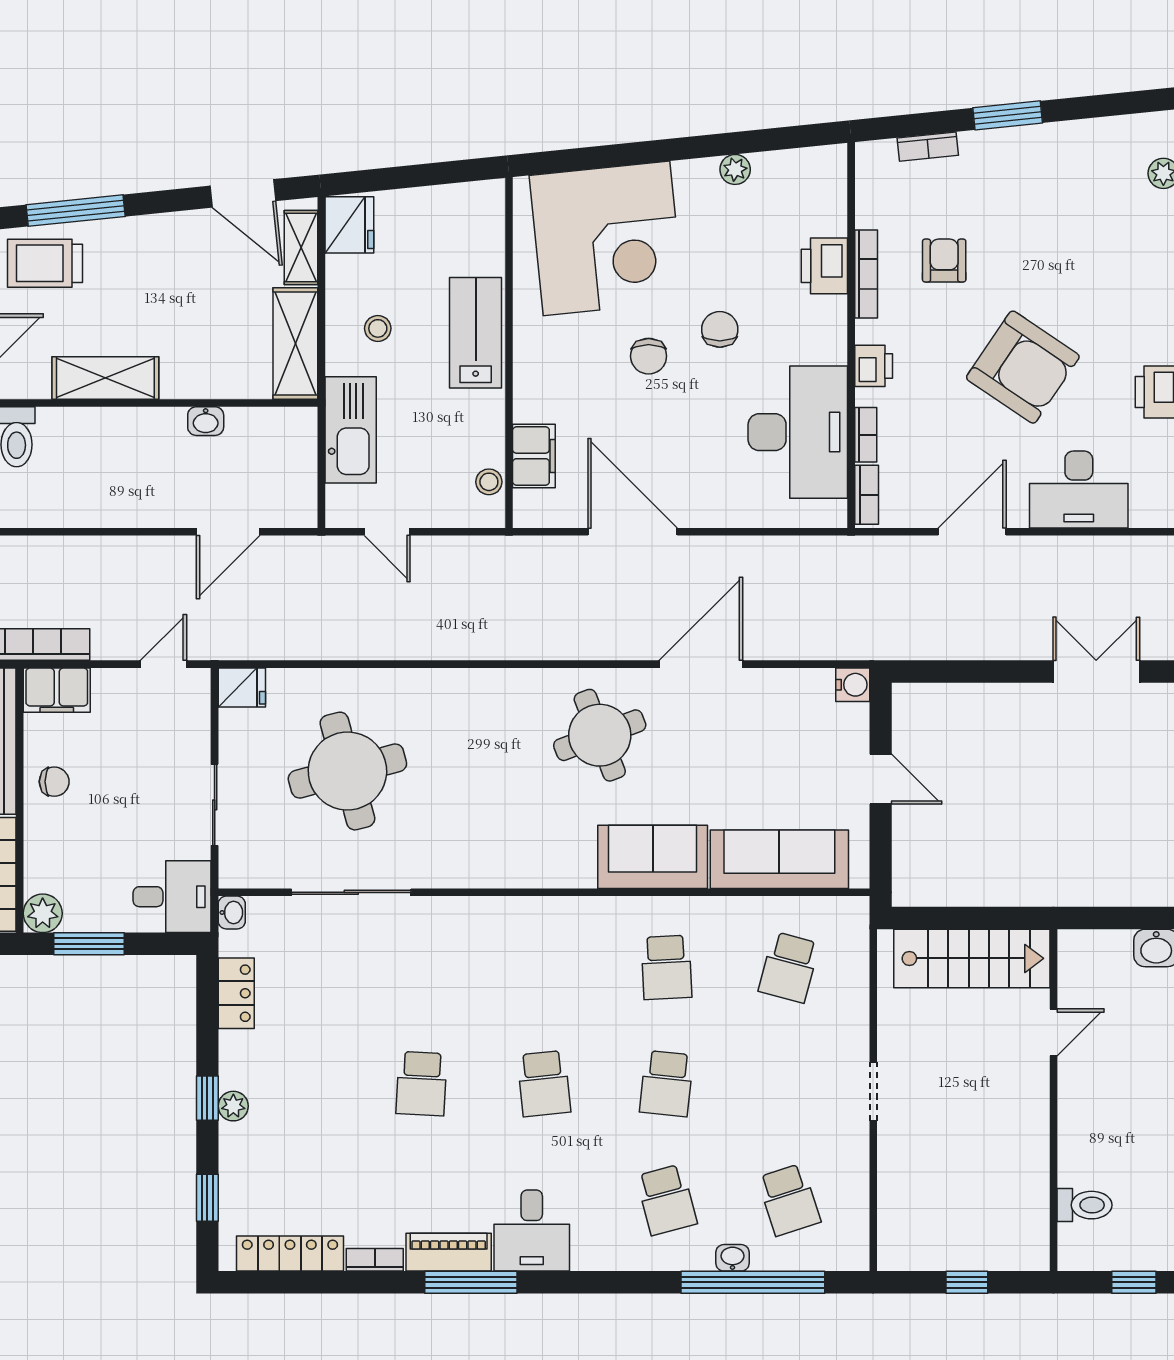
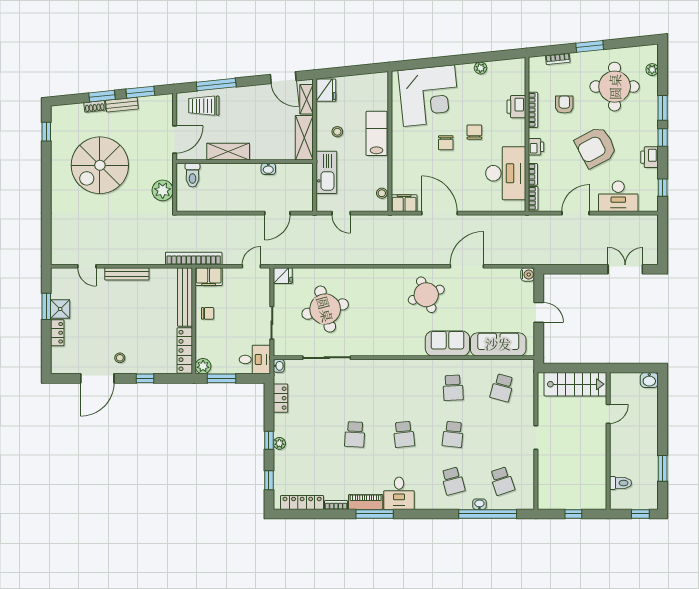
round table: (1070, 216) -> (615, 87), added
armchair: (1023, 367) -> (596, 147), turned 118
filing cabinet: (534, 456) -> (404, 203), moved, turned -90

